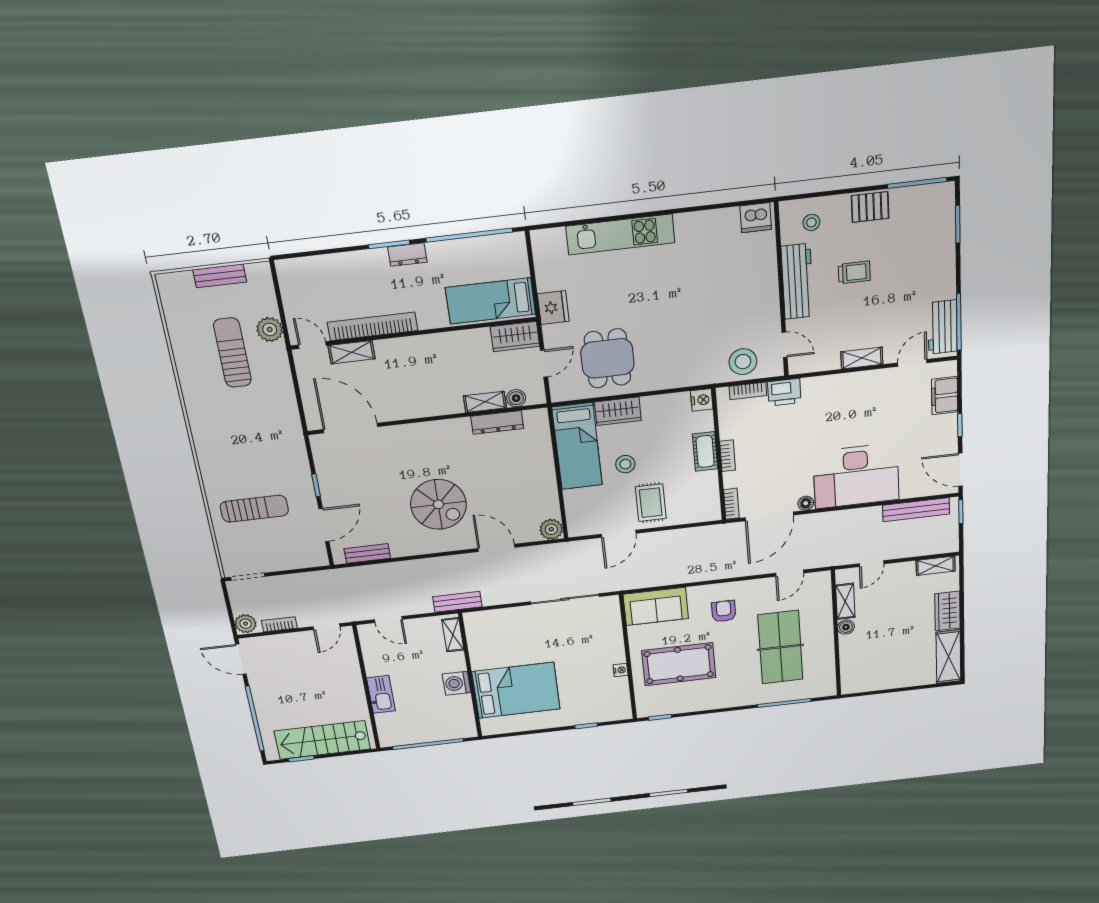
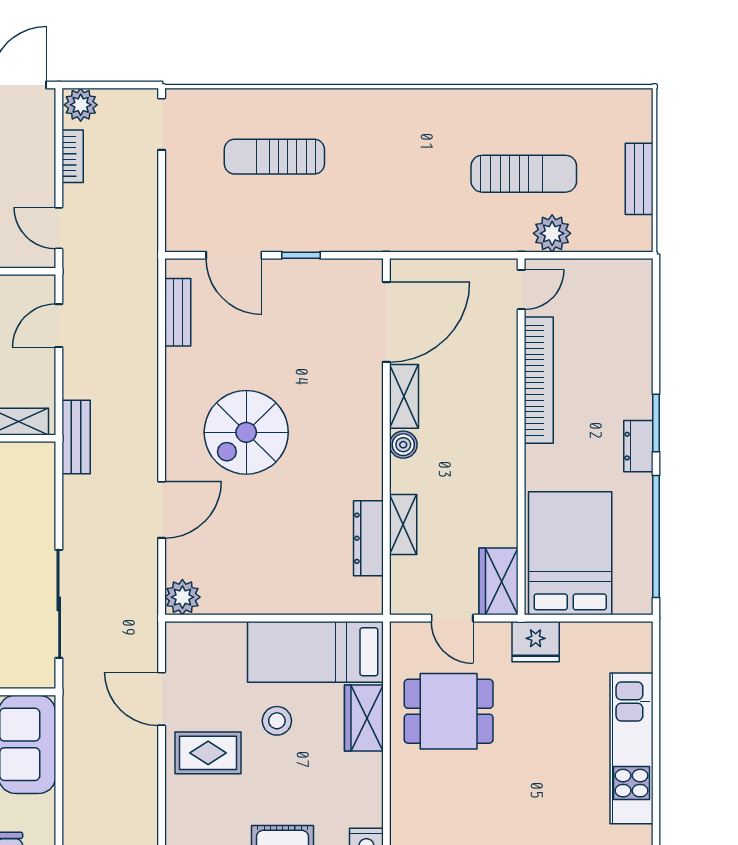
bed: (490, 301) -> (570, 553), width x1.50
shelving: (352, 352) -> (404, 396), moved
boiler: (516, 398) -> (403, 445), moved
sun lounger: (254, 509) -> (274, 157), turned 90

